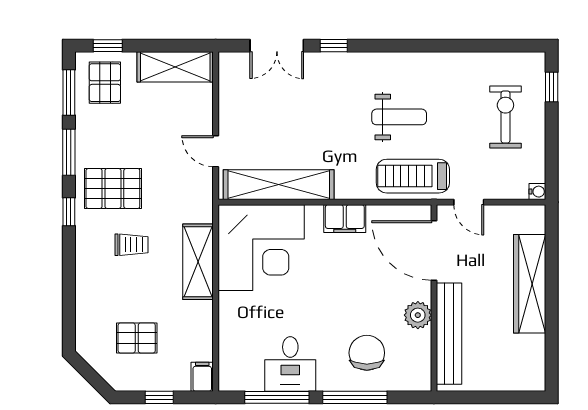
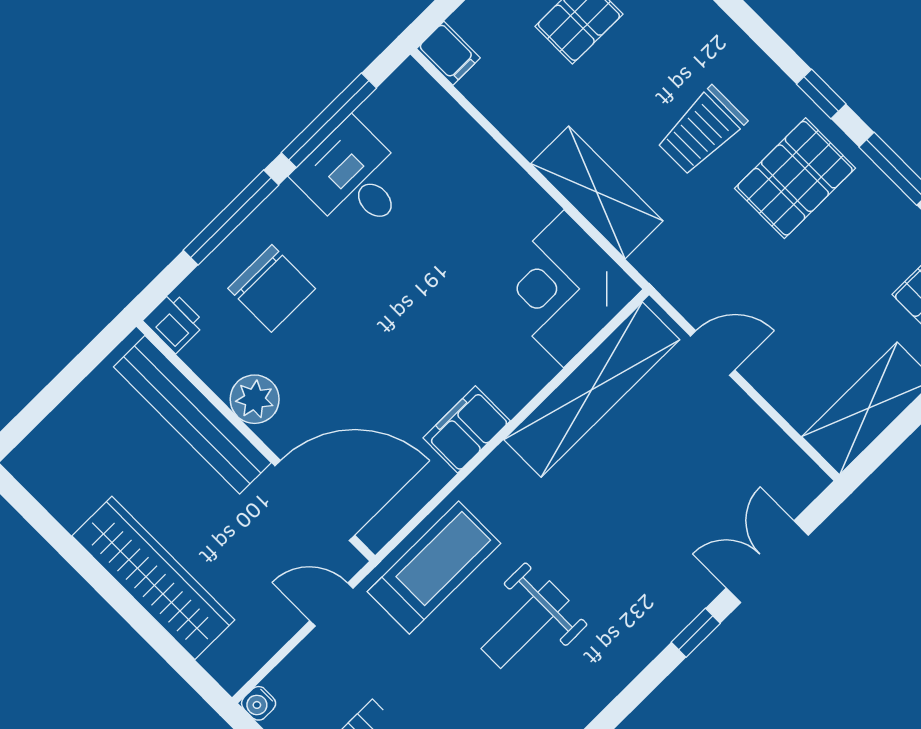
trolley: (132, 245) -> (702, 131), width x1.36, depth x1.39
corner desk: (261, 248) -> (564, 289), width x0.74, depth x0.74
printer: (419, 378) -> (174, 322), added

